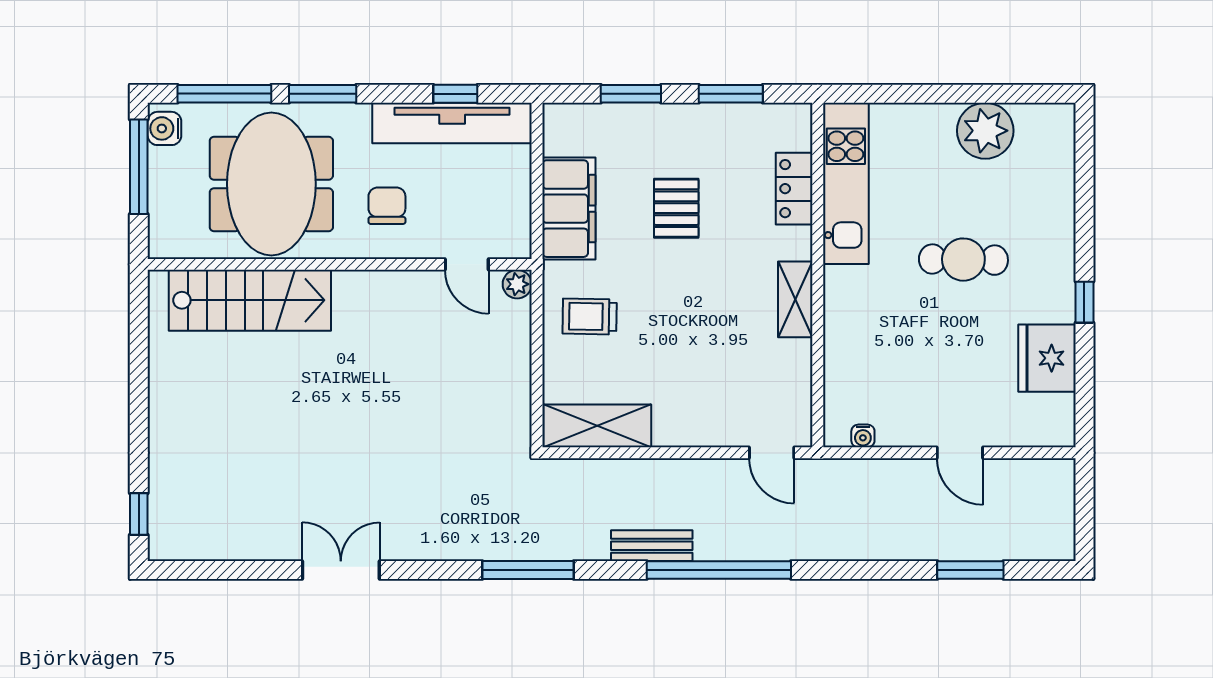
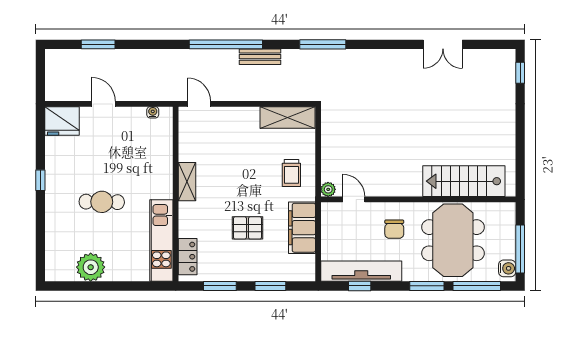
locker: (794, 189) -> (188, 257), moved
pallet: (676, 208) -> (247, 228), turned 90
trolley: (590, 316) -> (291, 173), turned 89
fridge: (1047, 358) -> (62, 121), moved, turned 90
double door: (341, 570) -> (443, 44), moved

